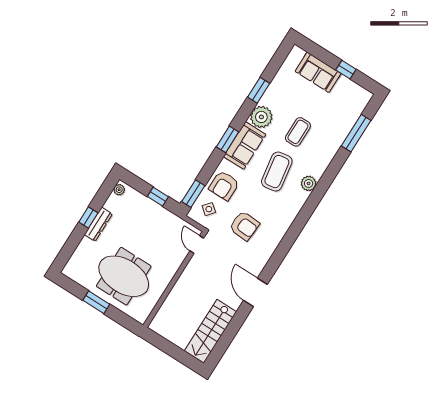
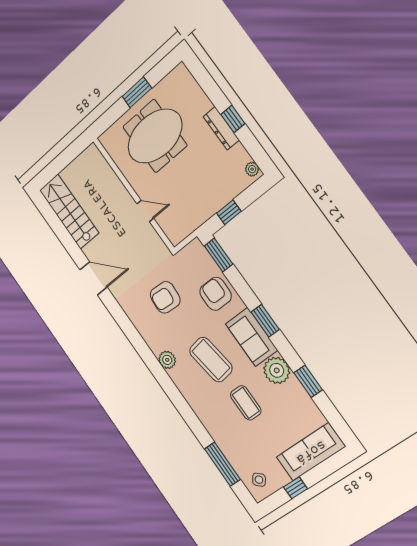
sofa: (318, 72) -> (311, 452), width x1.36
plant: (309, 183) -> (167, 360), moved
side table: (209, 209) -> (259, 480), moved
door: (197, 245) -> (145, 211), moved

